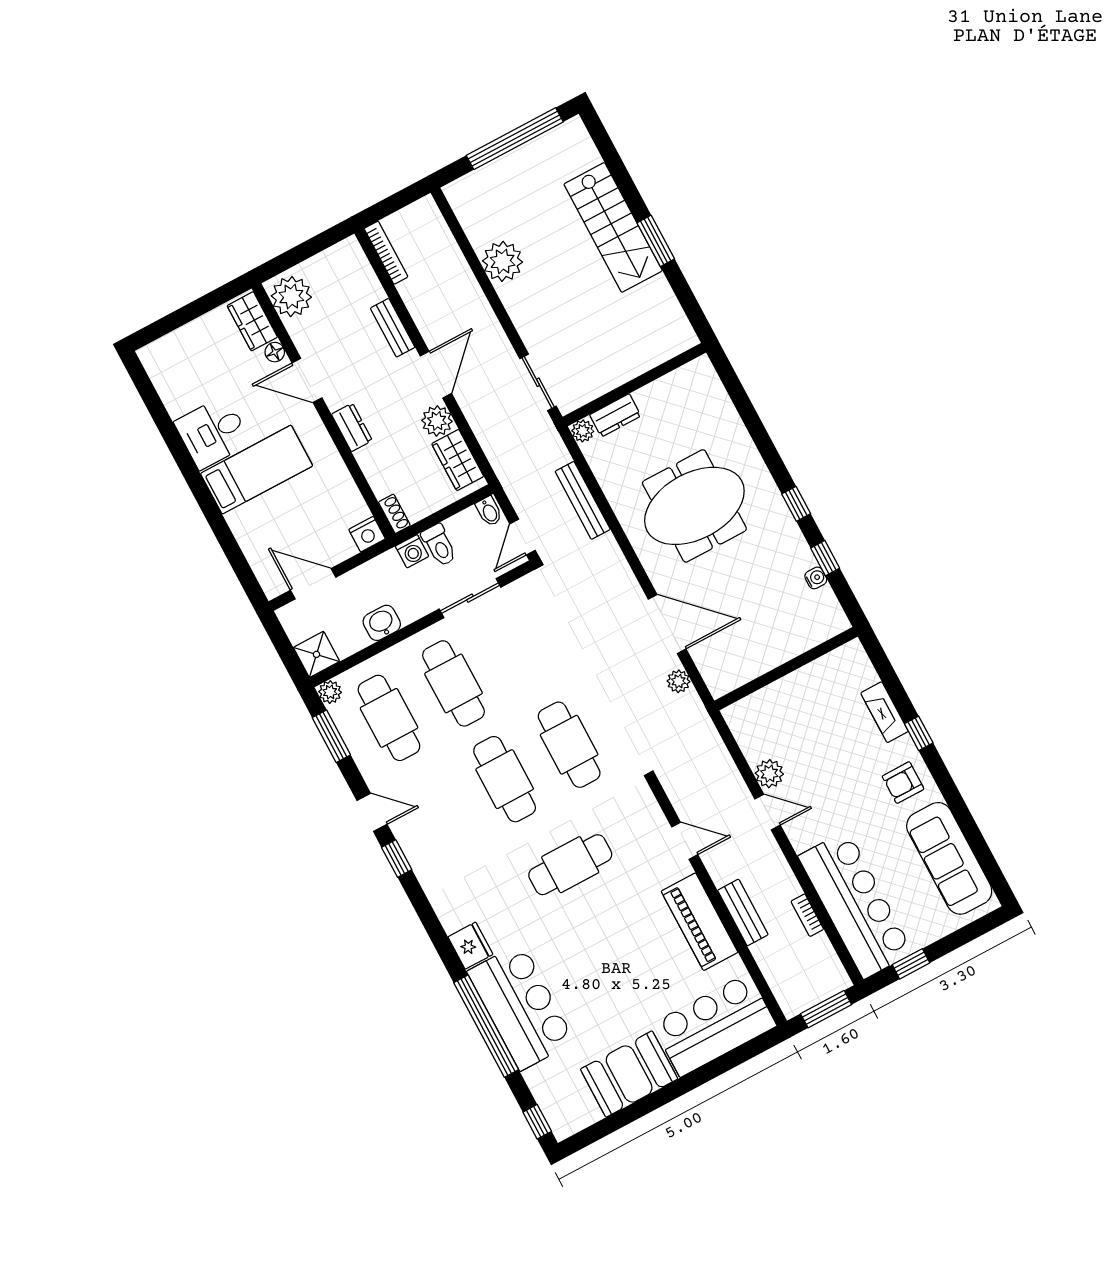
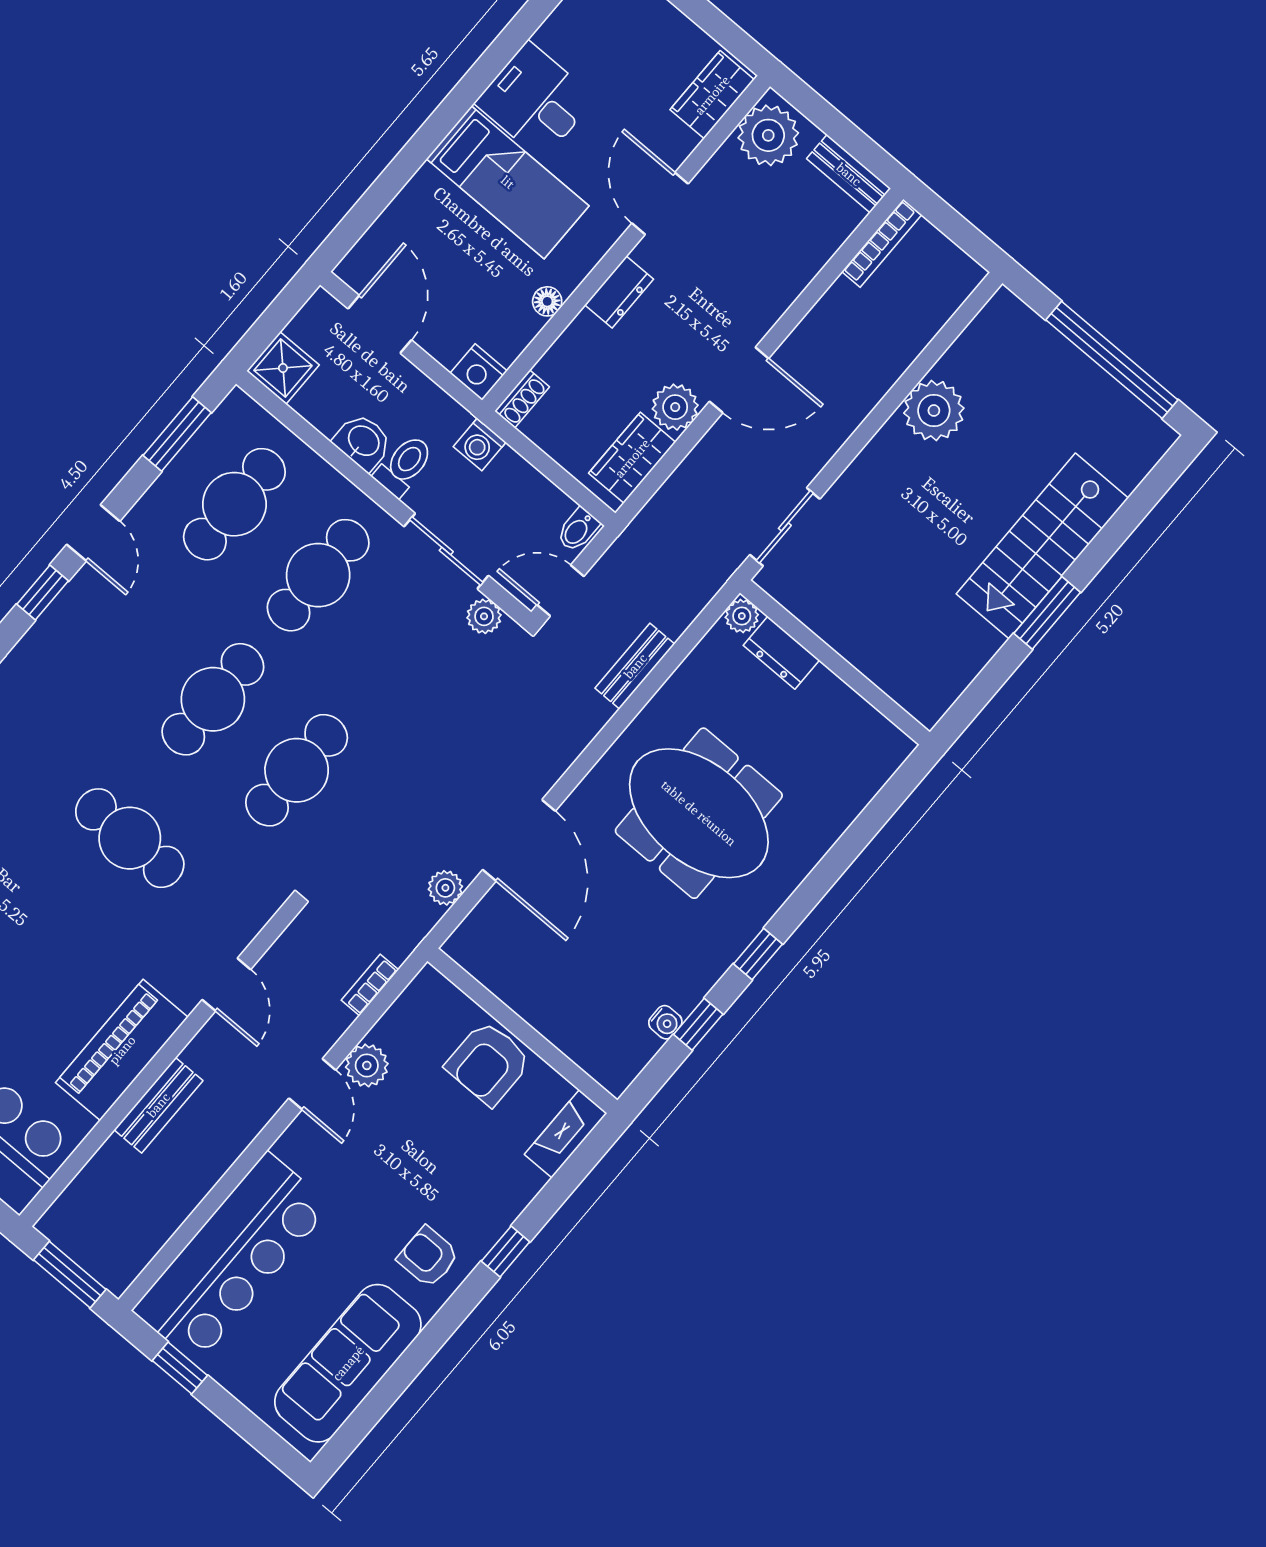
bench: (393, 328) -> (849, 174), moved, turned 90
floor lamp: (275, 352) -> (547, 301), moved
bench: (583, 500) -> (635, 666), width x0.73
toilet: (439, 545) -> (404, 465), moved, turned 180
plant: (330, 692) -> (484, 616), moved
armchair: (798, 698) -> (488, 1063), added
fireplace: (884, 712) -> (566, 1134), moved
bookcase: (807, 915) -> (370, 985), moved

